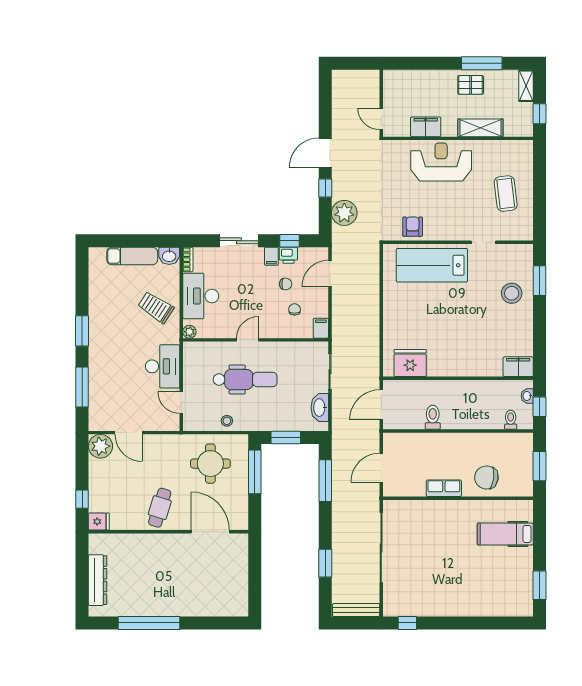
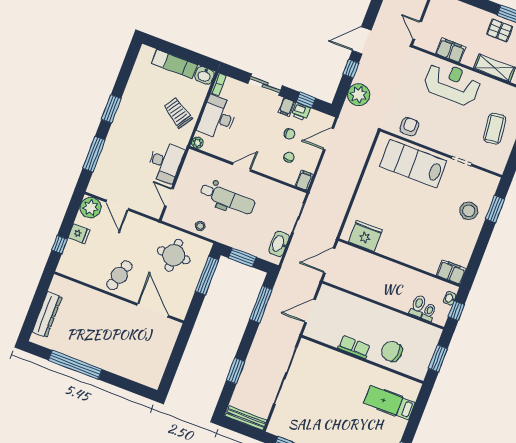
toilet: (433, 417) -> (418, 306), moved
fridge: (99, 522) -> (79, 234), moved

